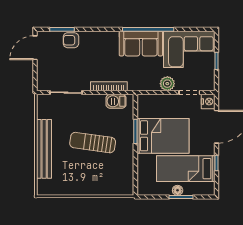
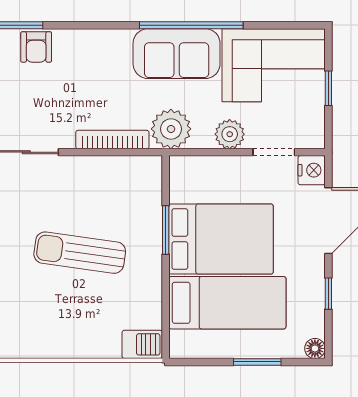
armchair: (71, 40) -> (36, 47), turned -90
plant: (138, 81) -> (171, 129), added
barbecue: (116, 101) -> (142, 344), moved, turned 180
bed: (186, 169) -> (227, 303), moved, turned 180
floor lamp: (178, 190) -> (315, 348), moved

